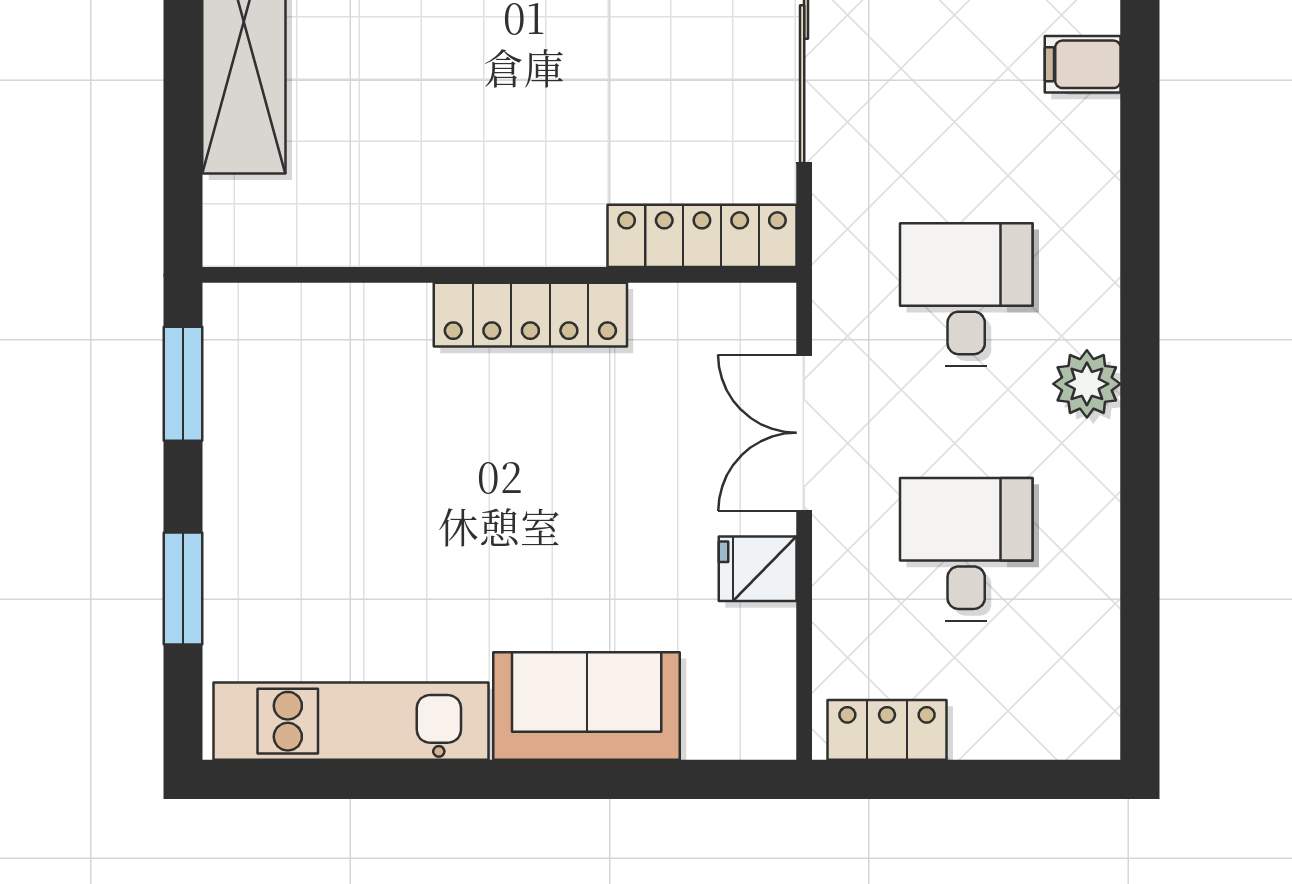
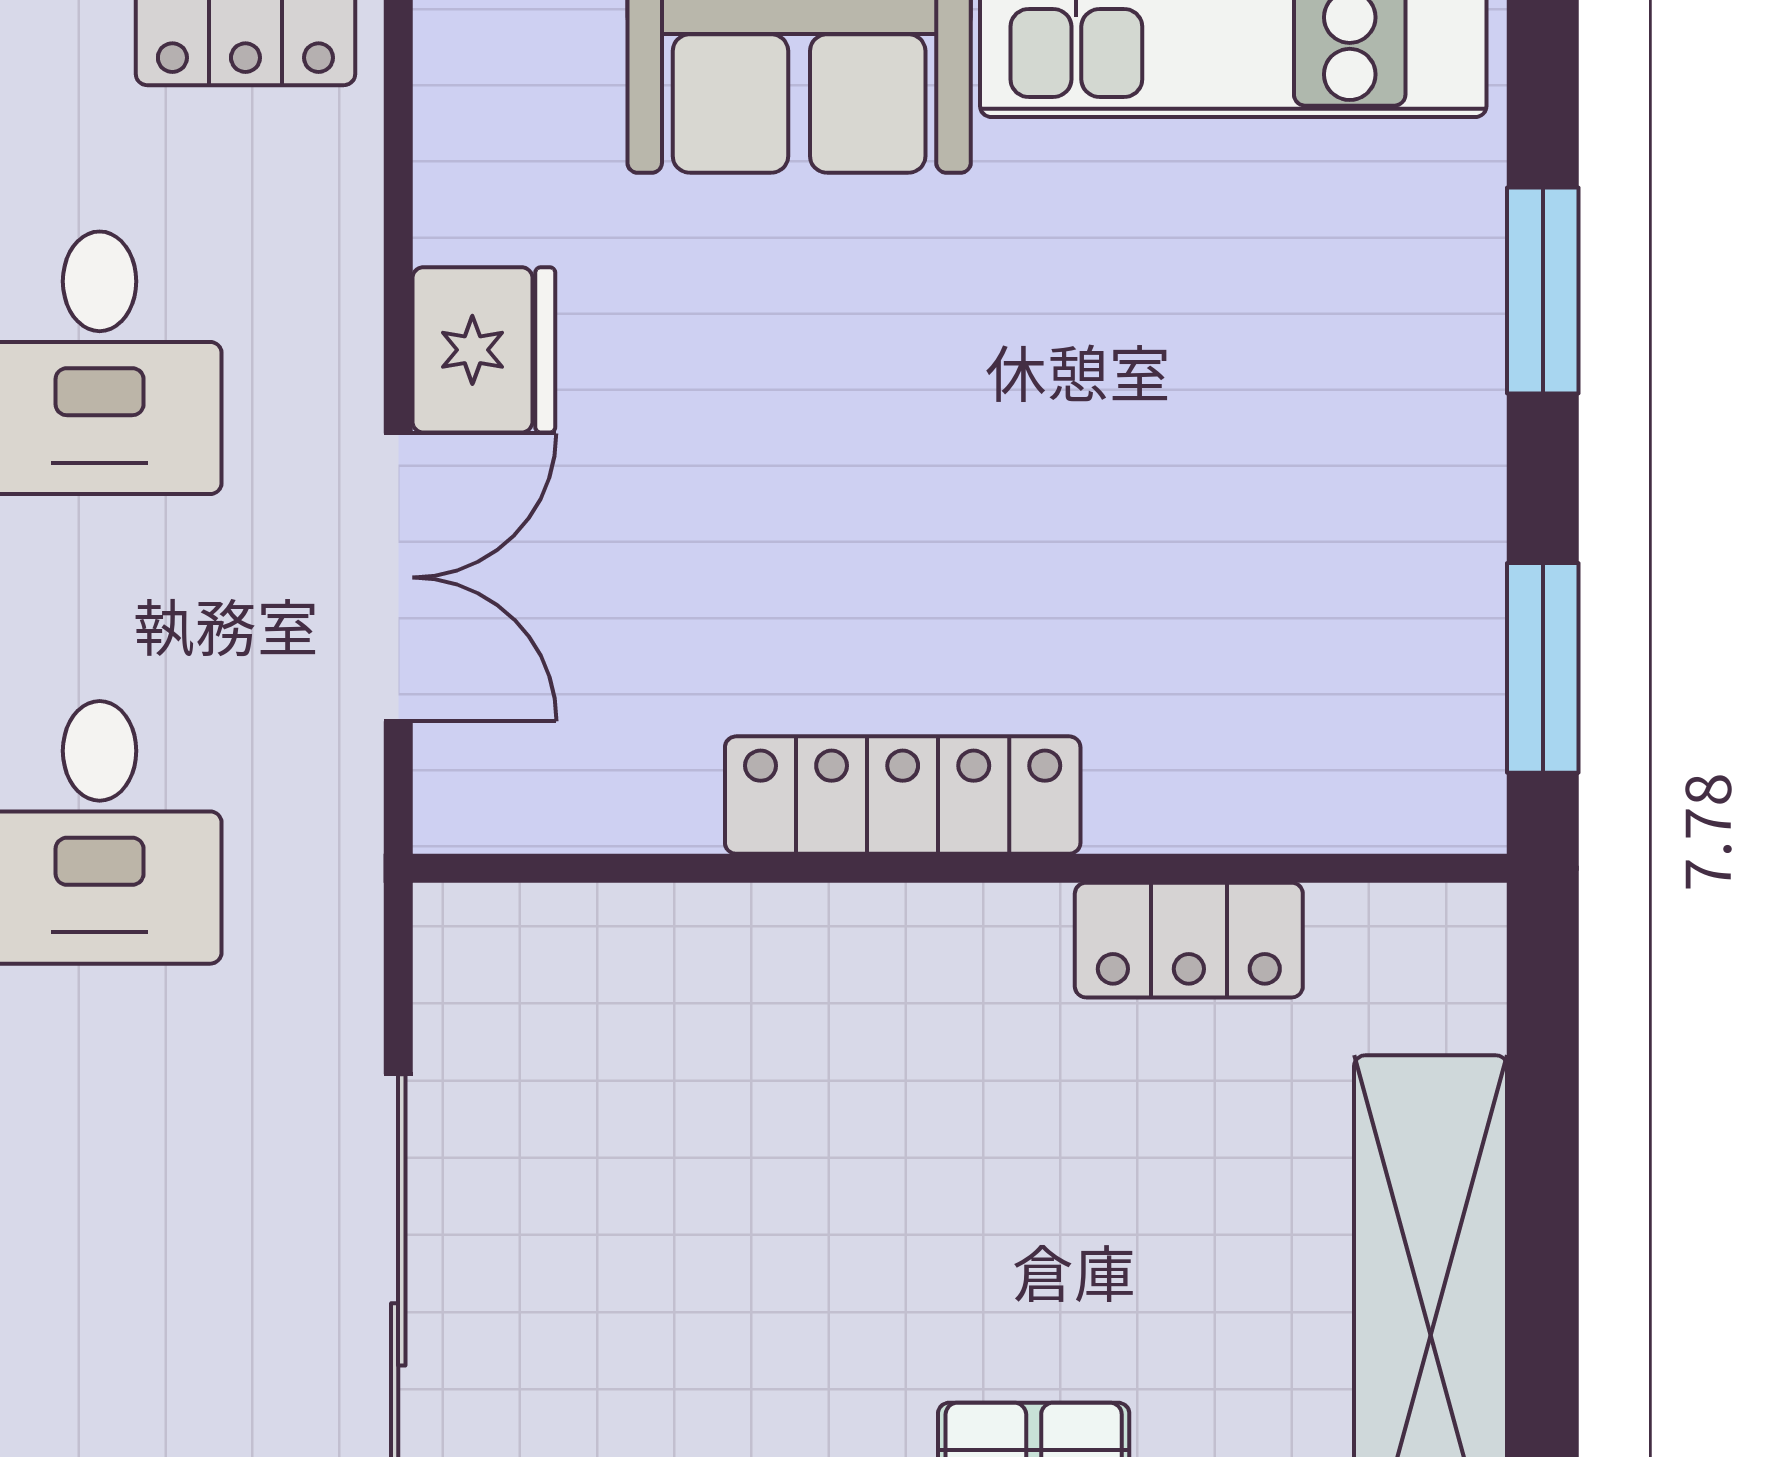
locker: (702, 236) -> (1189, 940), moved, width x0.66
fridge: (758, 569) -> (484, 350), width x1.38

